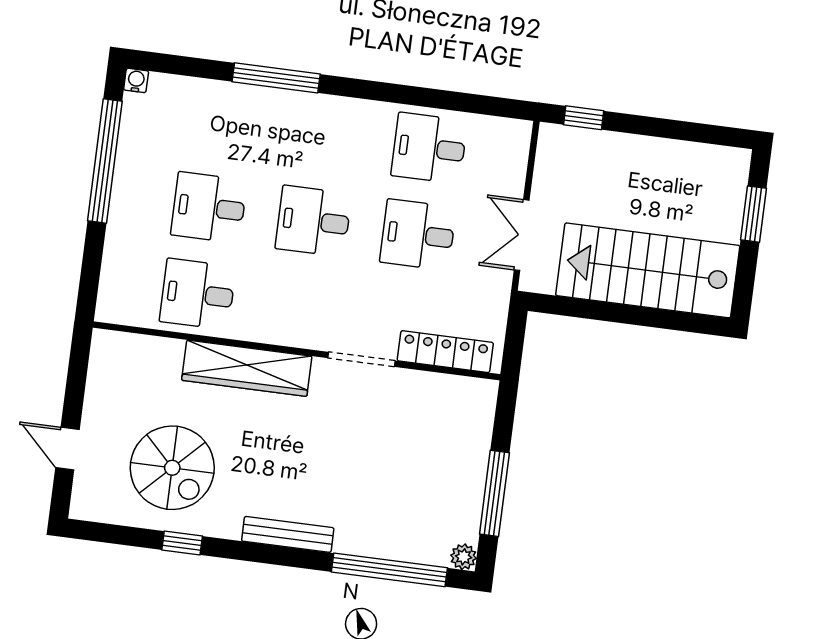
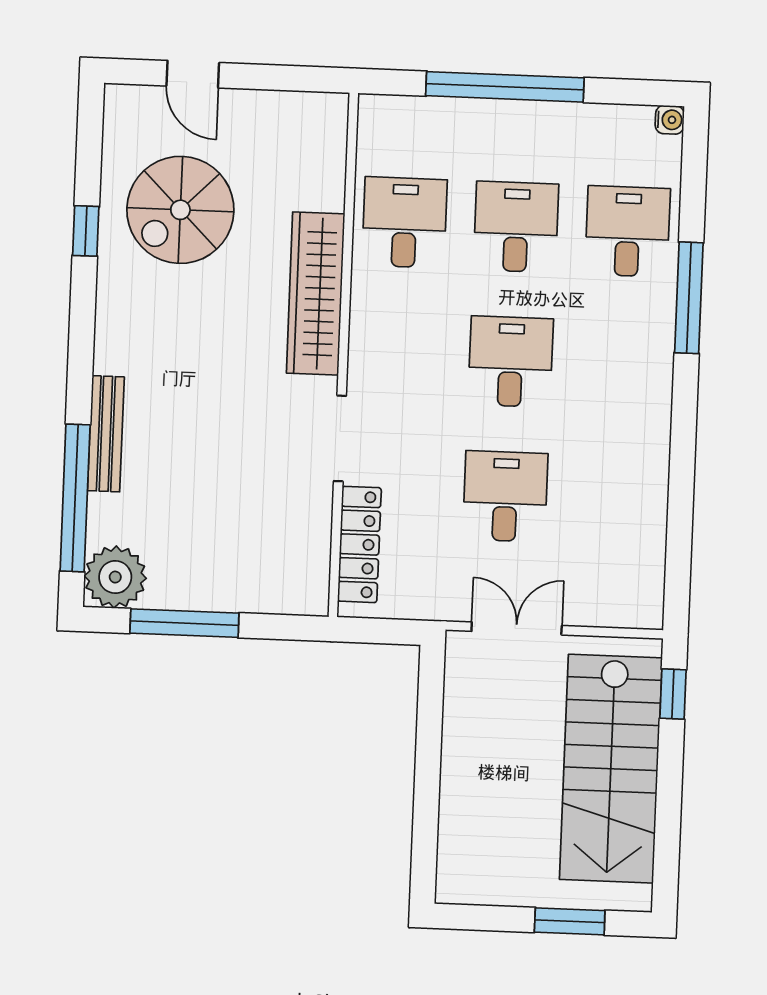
desk: (429, 148) -> (628, 231), moved
window: (105, 161) -> (505, 87), moved
stairs: (648, 270) -> (611, 769), moved, turned 180
door: (67, 449) -> (193, 74), swing flipped
bench: (288, 534) -> (106, 434), moved
plant: (464, 557) -> (115, 577), width x1.88, depth x1.88

